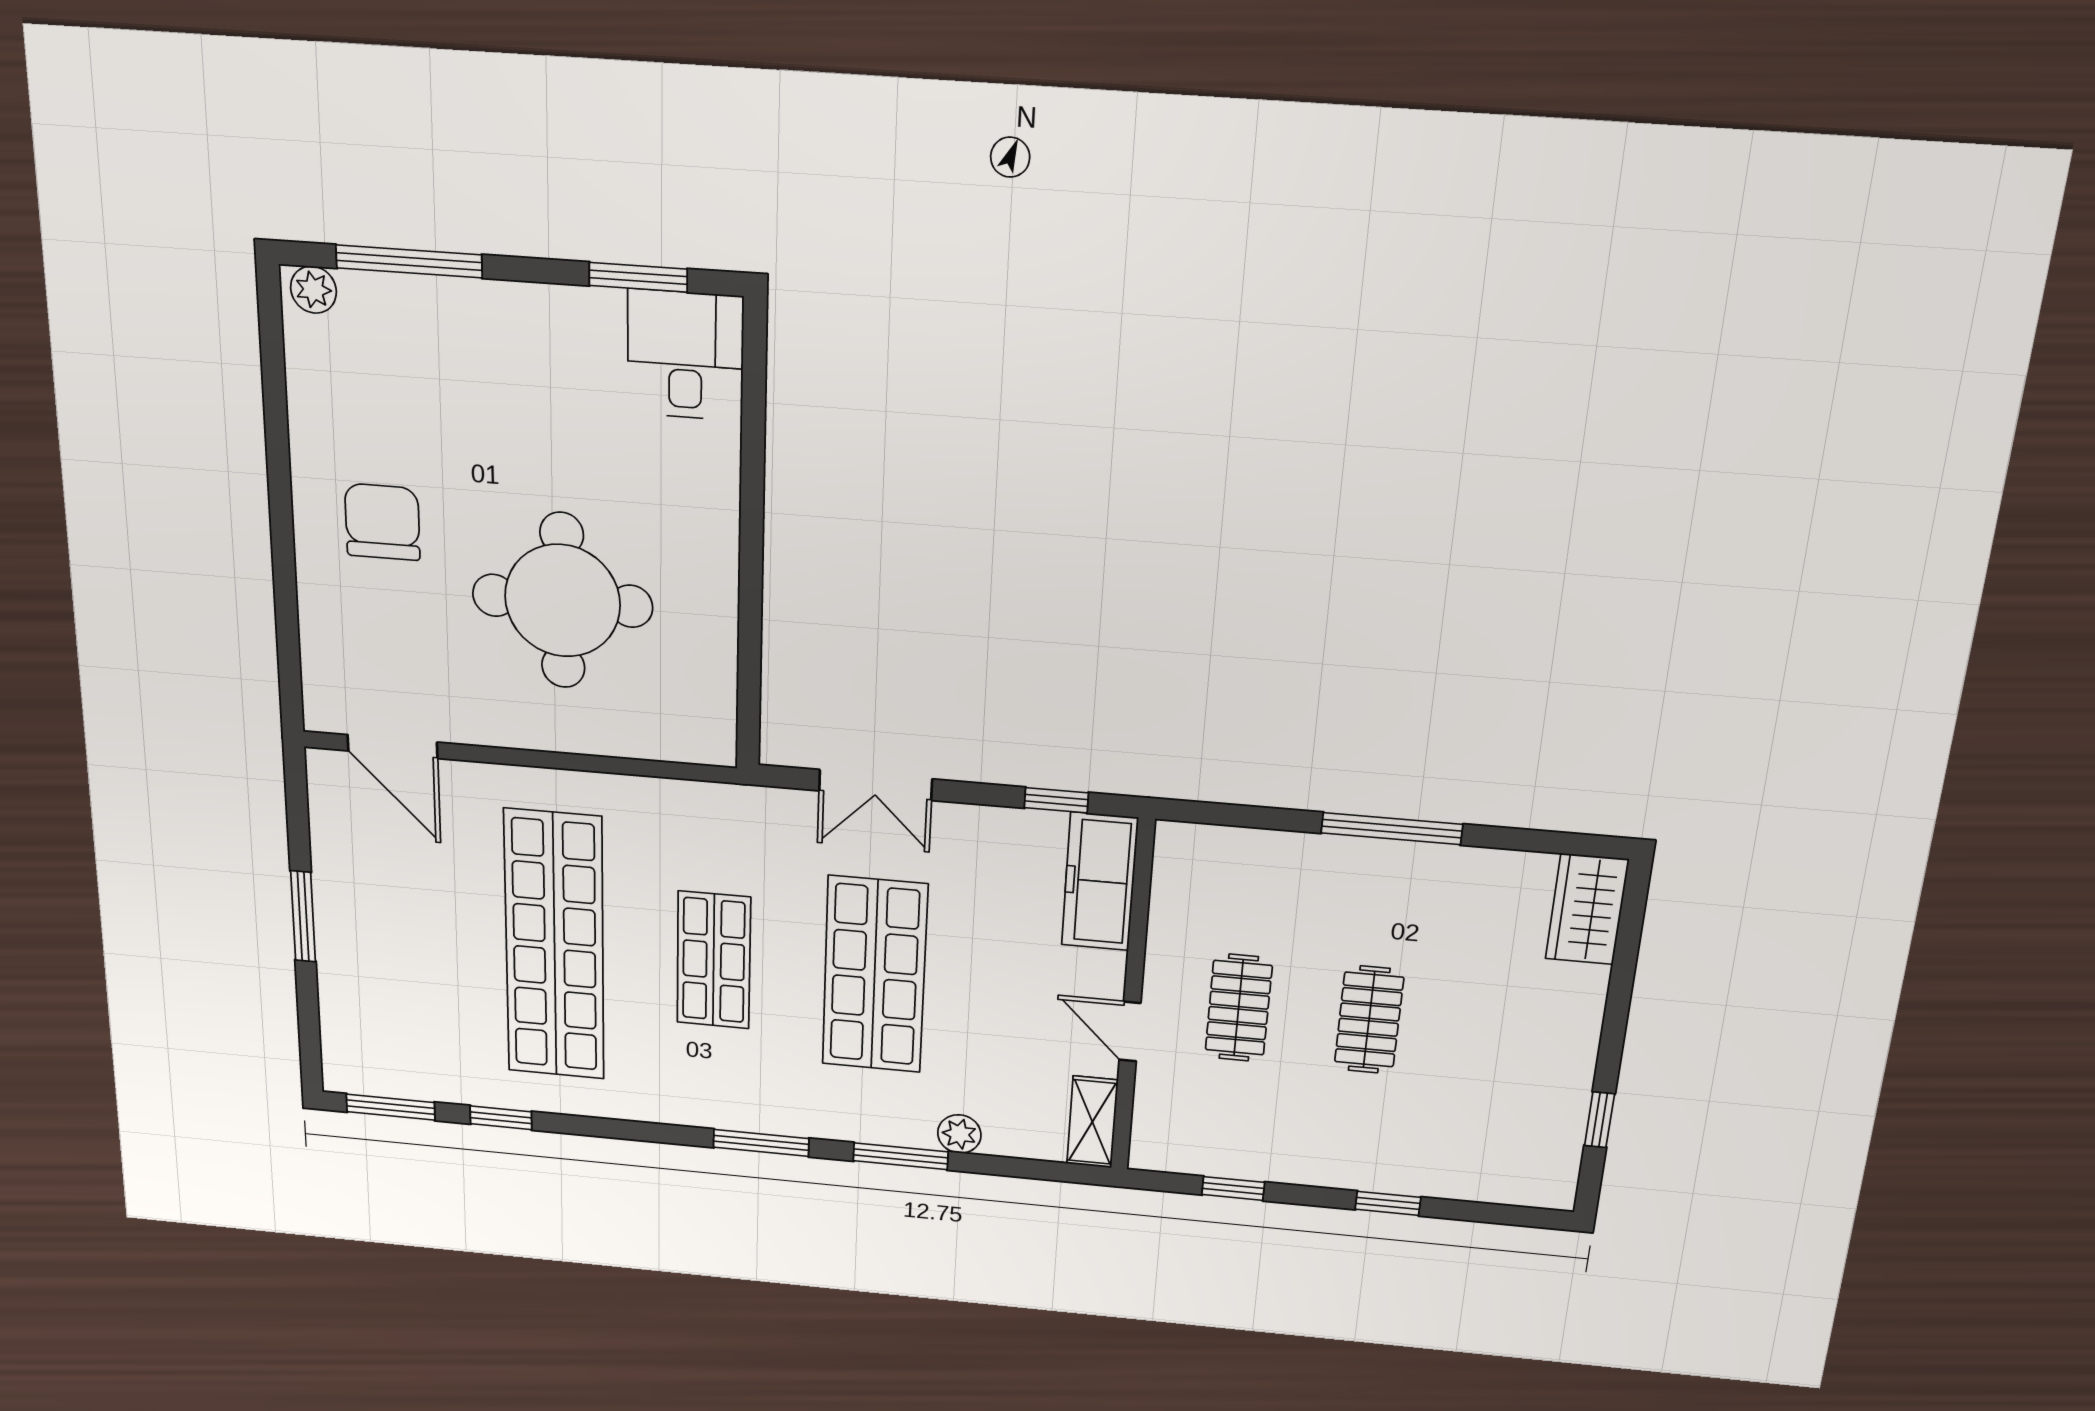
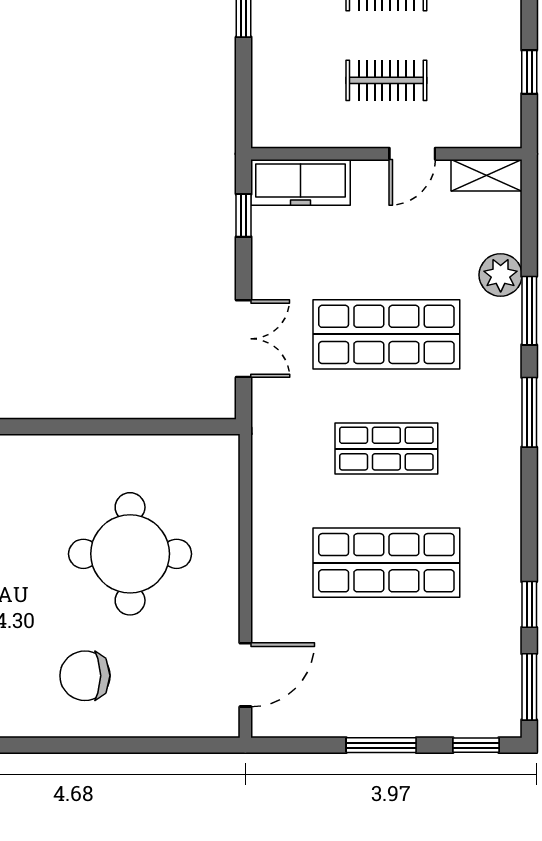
shop shelf: (555, 946) -> (386, 563), width x0.71
window: (310, 1035) -> (476, 745), added
plant: (959, 1134) -> (501, 275), width x1.38, depth x1.38

